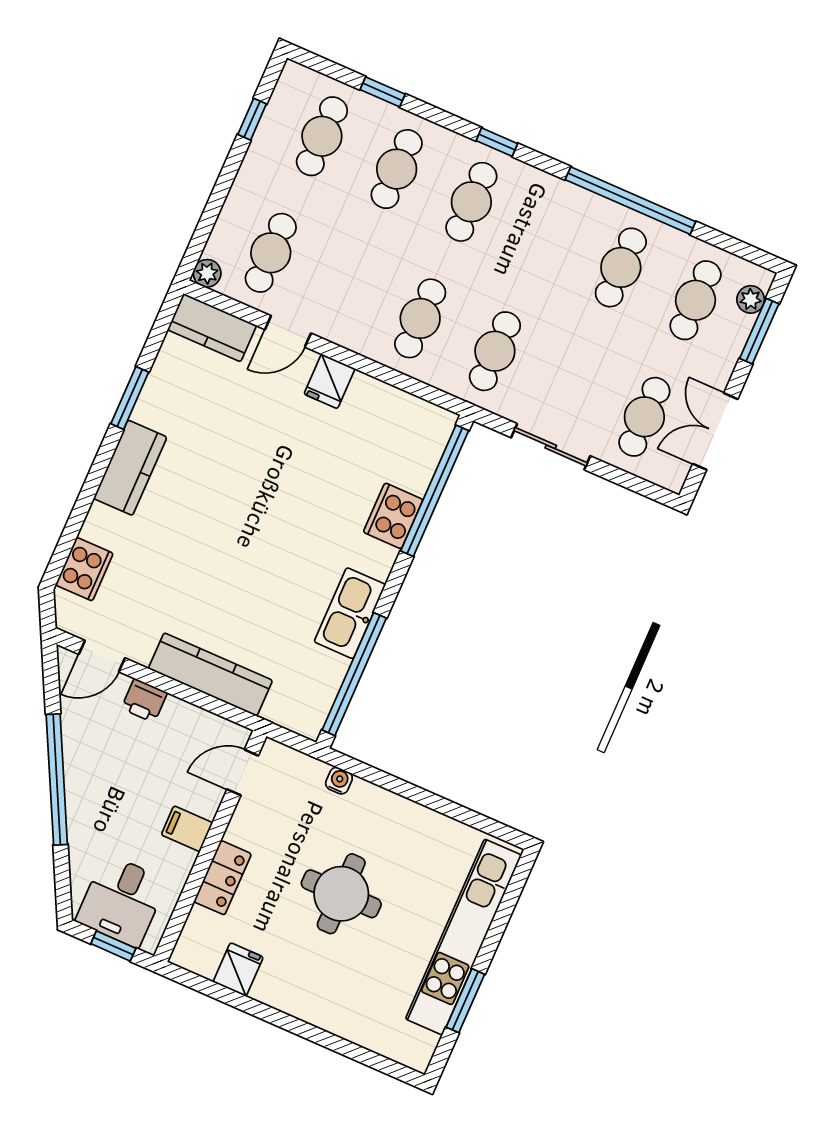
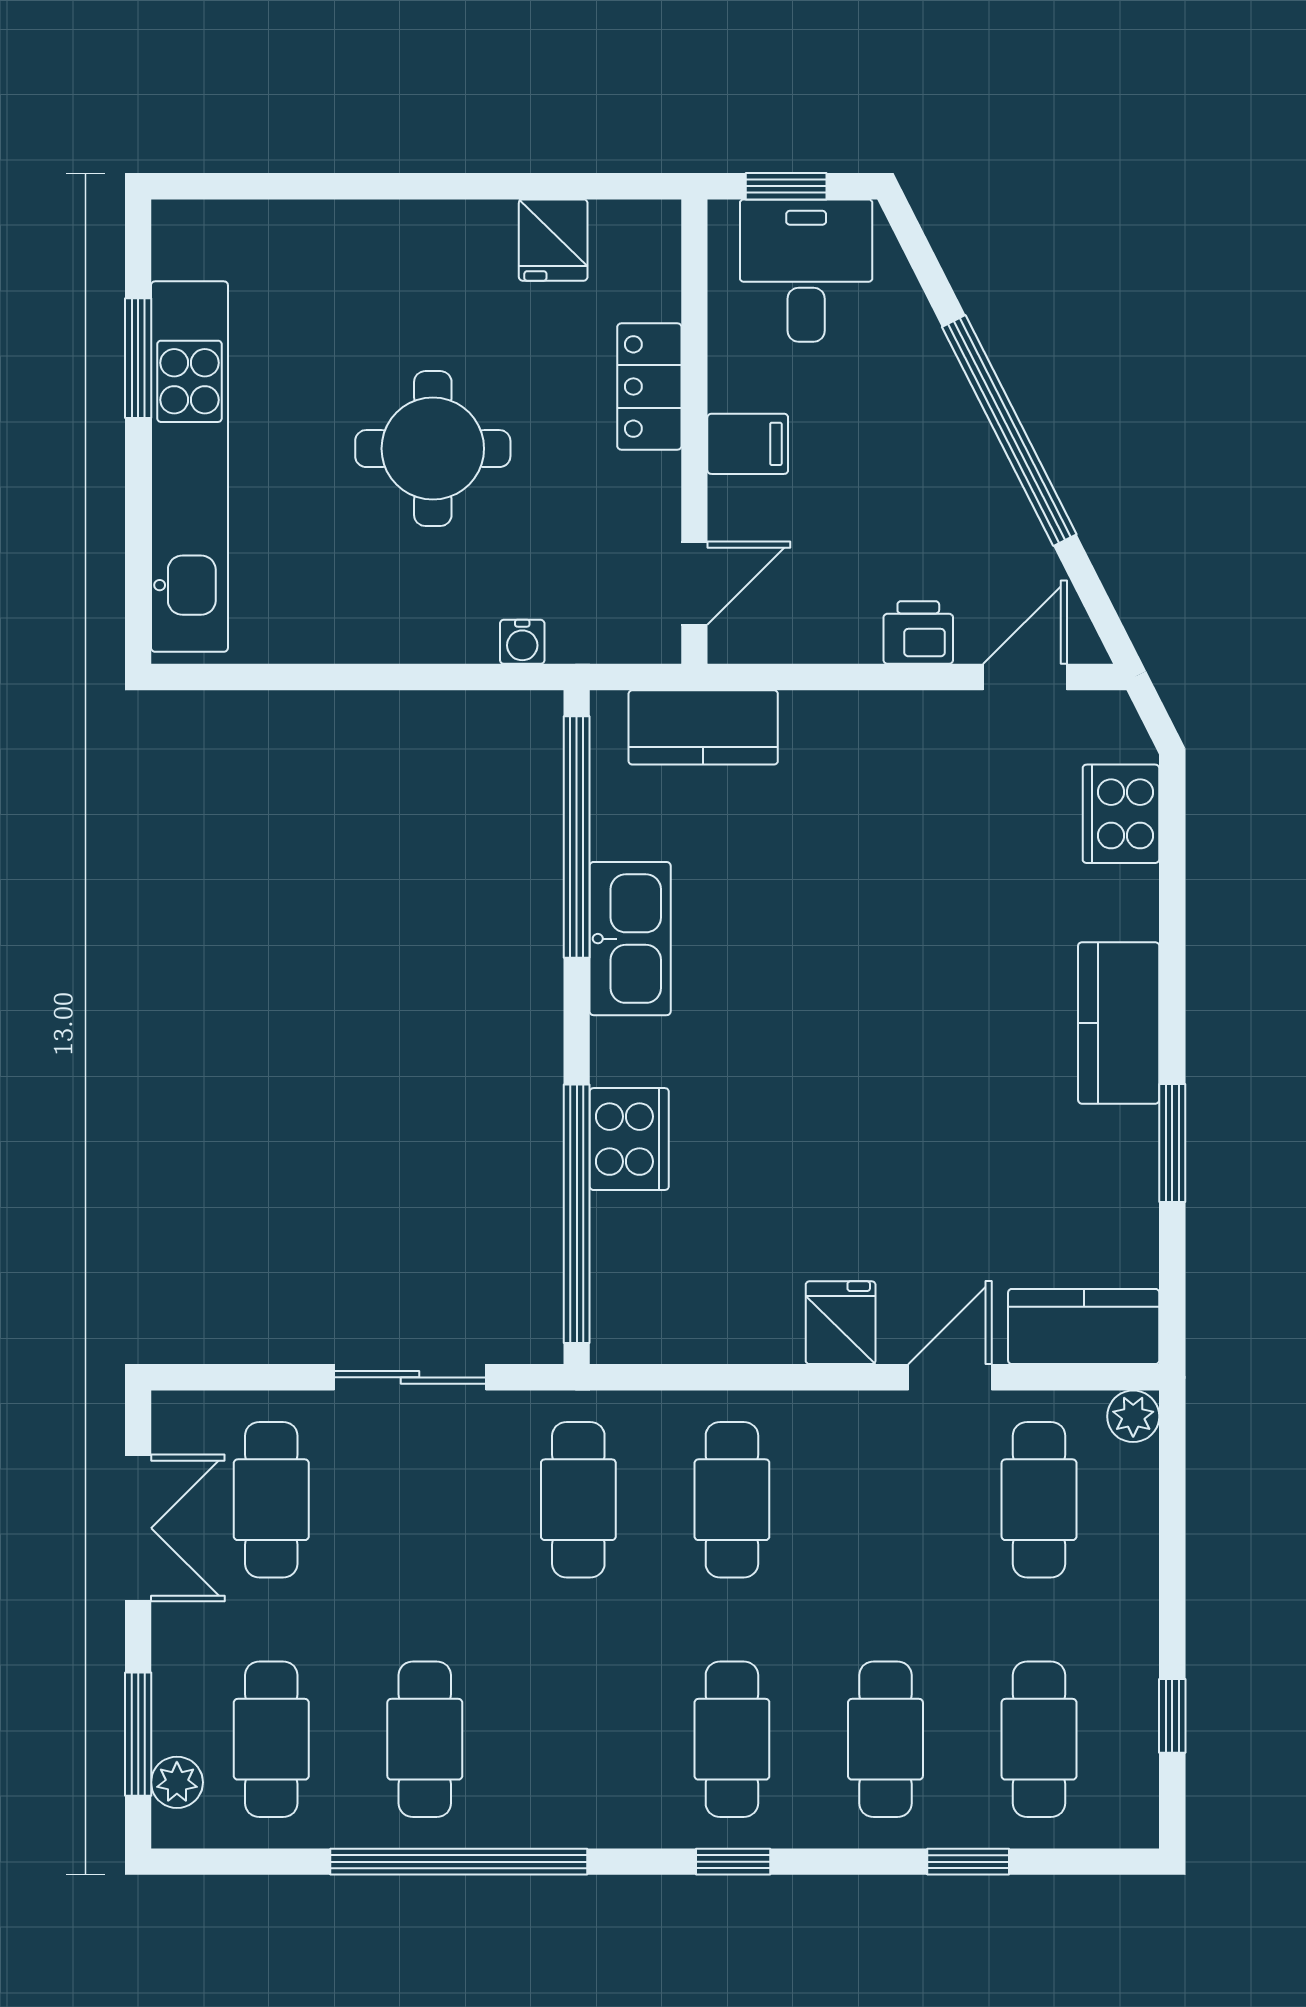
kitchen counter: (210, 675) -> (703, 727), moved, width x0.67

